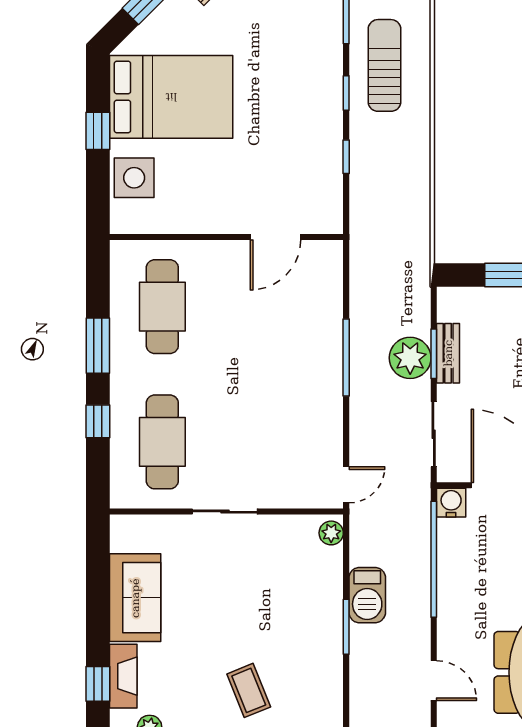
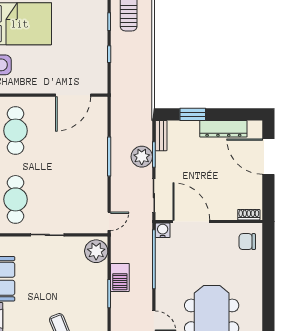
door: (275, 237) -> (73, 95), width x1.36
bench: (448, 353) -> (161, 136), moved
plant: (331, 533) -> (96, 251), width x1.87, depth x1.87

